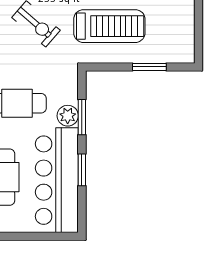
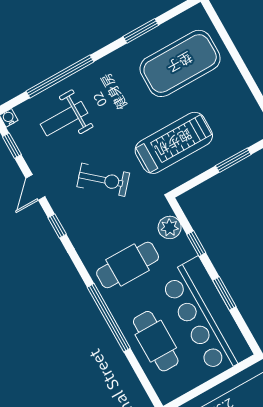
plant: (68, 116) -> (170, 227), moved
window: (82, 117) -> (196, 244), width x0.67

